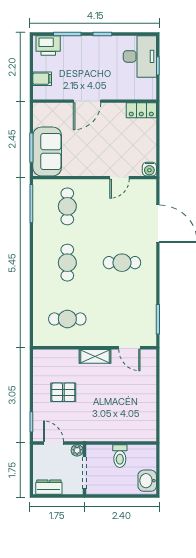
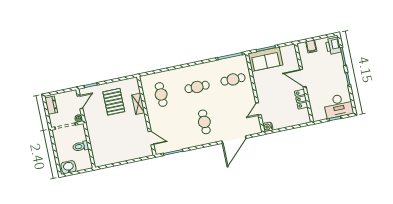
locker: (141, 110) -> (301, 99), moved
door: (119, 178) -> (258, 109), hinge flipped
door: (129, 348) -> (151, 138), swing flipped
shelving: (95, 356) -> (138, 104), moved
pallet: (63, 392) -> (114, 102), width x1.50, depth x1.42

